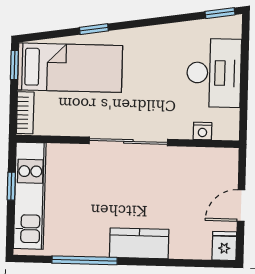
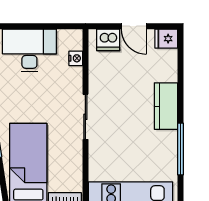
sliding door: (128, 141) -> (85, 117), width x0.73
dishwasher: (225, 173) -> (108, 40), added

